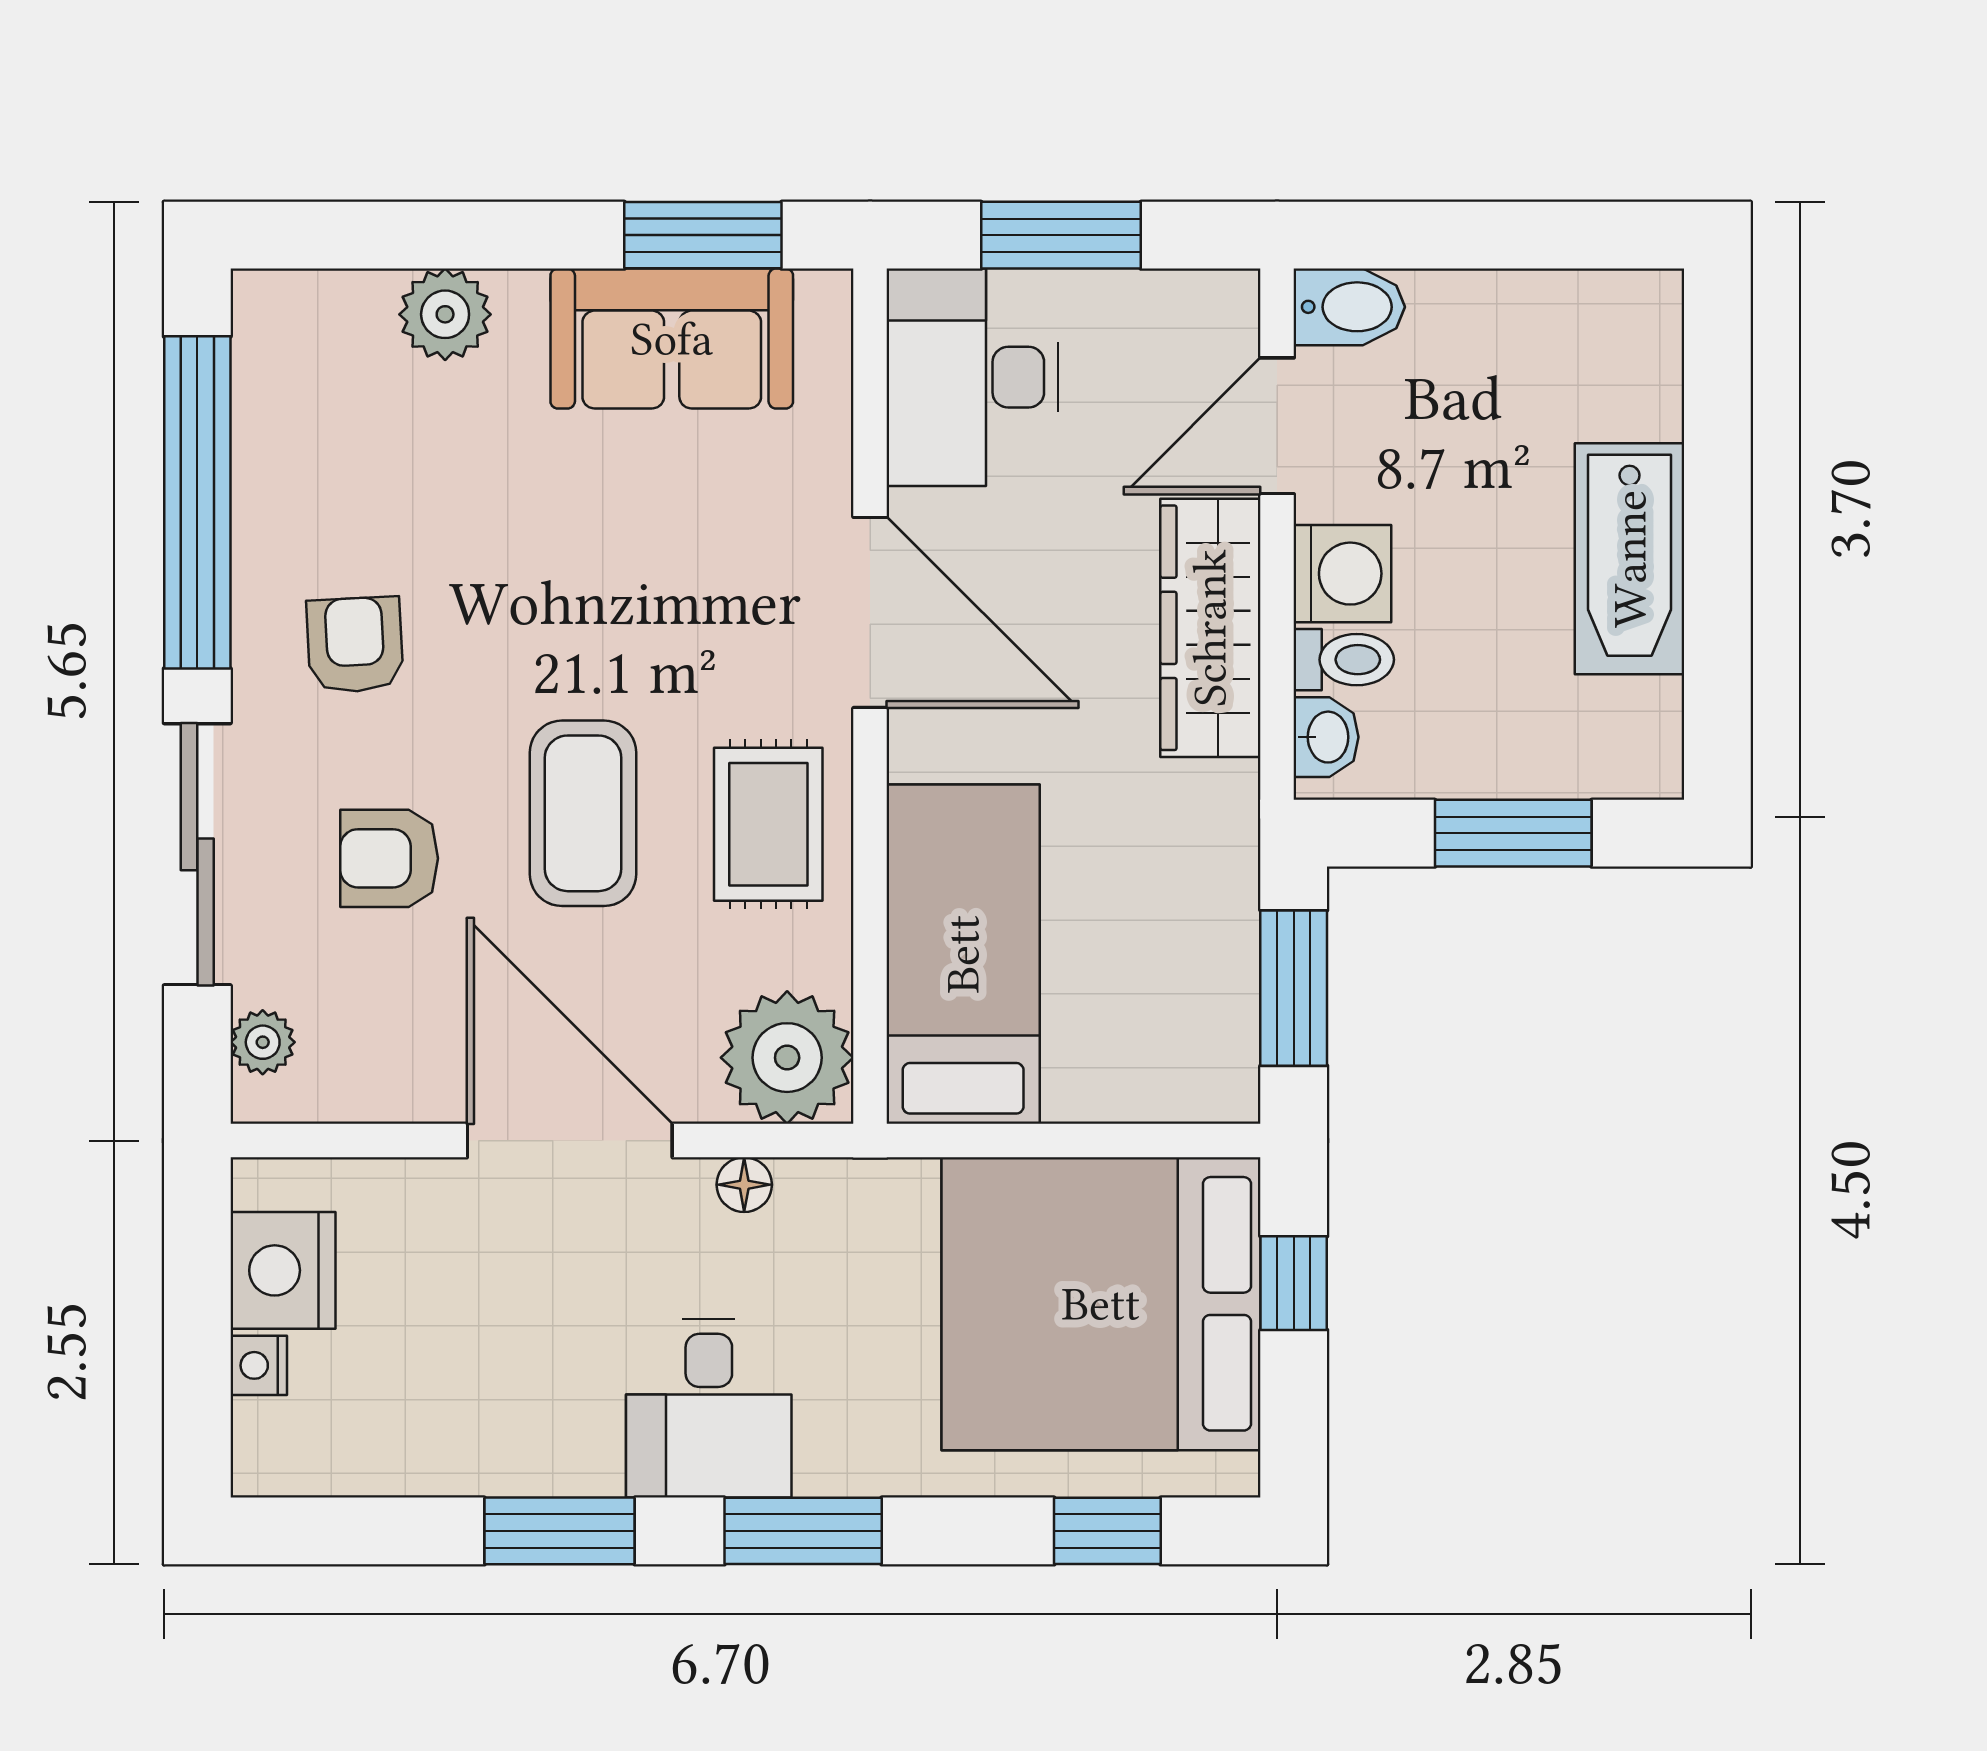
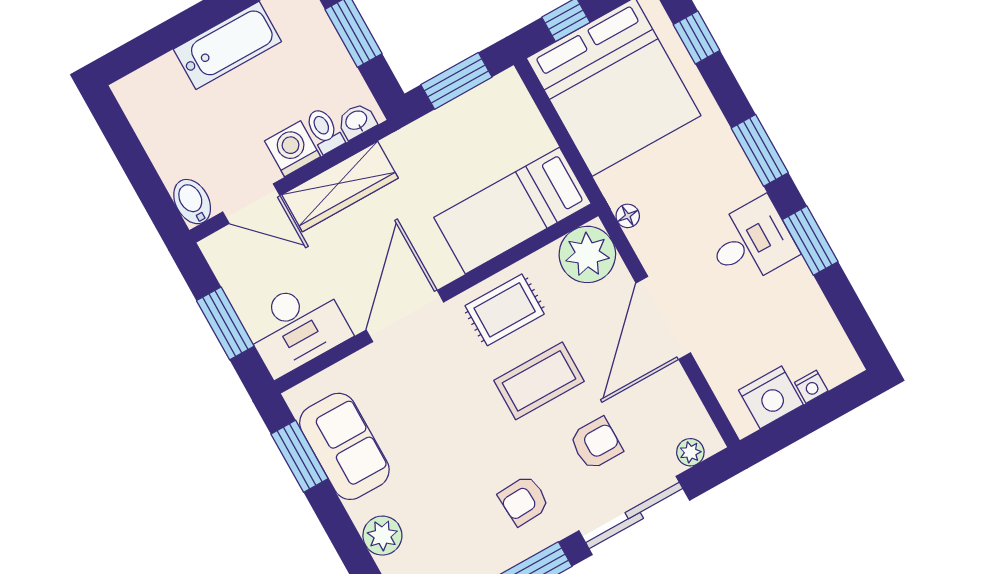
armchair: (389, 858) -> (596, 443), turned -90
floor lamp: (744, 1185) -> (628, 216), moved
desk: (709, 1409) -> (751, 242), moved

